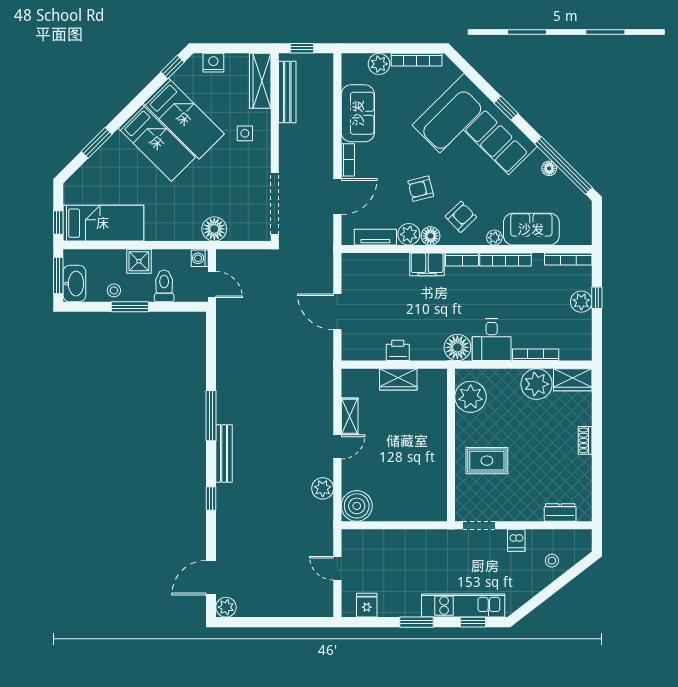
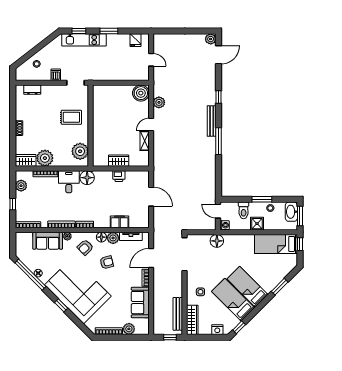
filing cabinet: (427, 264) -> (120, 222), moved
plant: (581, 302) -> (21, 186), moved

